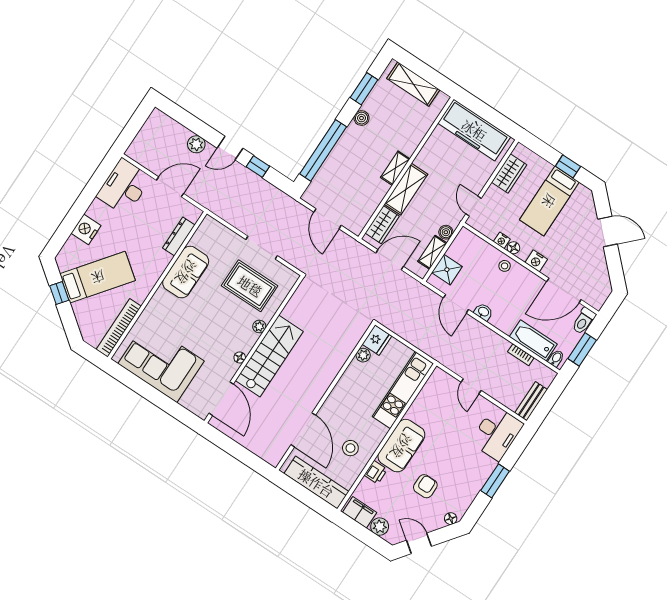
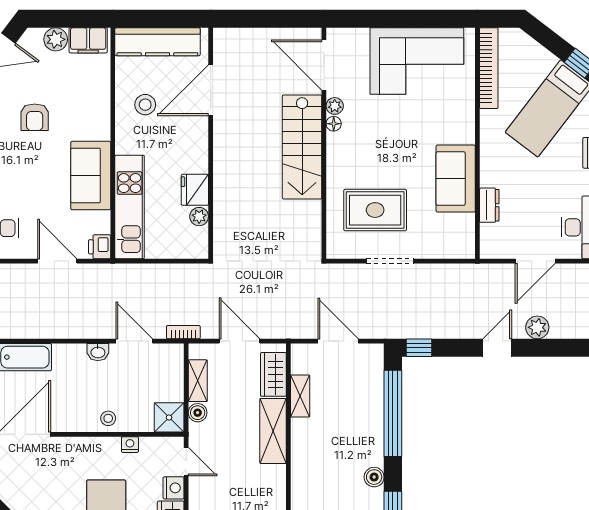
window: (258, 167) -> (419, 348), moved
shelving: (395, 168) -> (300, 396), moved
dresser: (179, 236) -> (489, 205), width x0.70
floor lamp: (513, 248) -> (112, 445), removed
door: (390, 260) -> (240, 341), swing flipped
nightstand: (536, 261) -> (174, 488), moved, turned 90
shower: (447, 270) -> (169, 417), moved
plant: (259, 326) -> (335, 106), moved
fridge: (377, 340) -> (195, 190), moved
bookcase: (521, 355) -> (183, 332), moved
door: (471, 386) -> (57, 261), width x1.38
door: (303, 430) -> (211, 90), hinge flipped
sofa: (401, 446) -> (91, 176), moved
printer: (376, 472) -> (100, 247), moved

